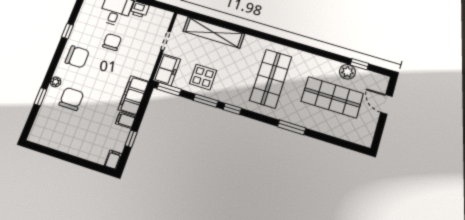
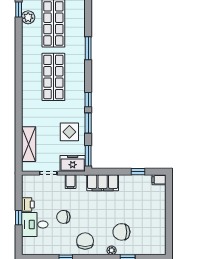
shelving: (214, 32) -> (29, 144), width x0.68
shop shelf: (271, 79) -> (53, 77), turned 90
filing cabinet: (126, 120) -> (71, 182), moved

